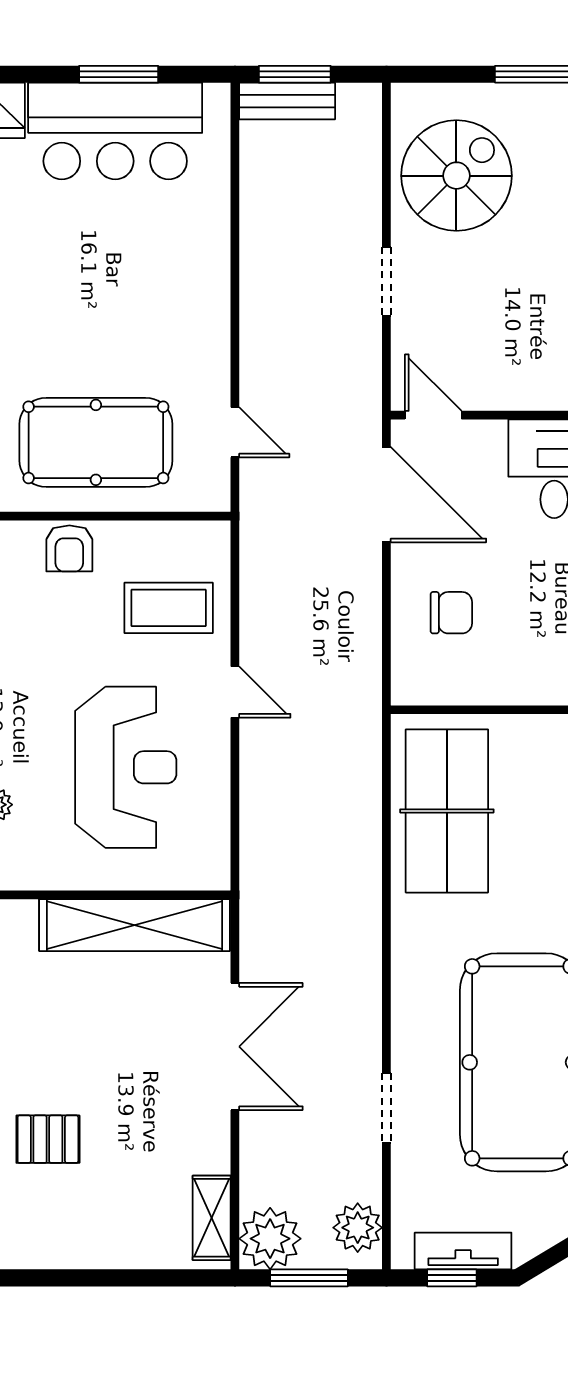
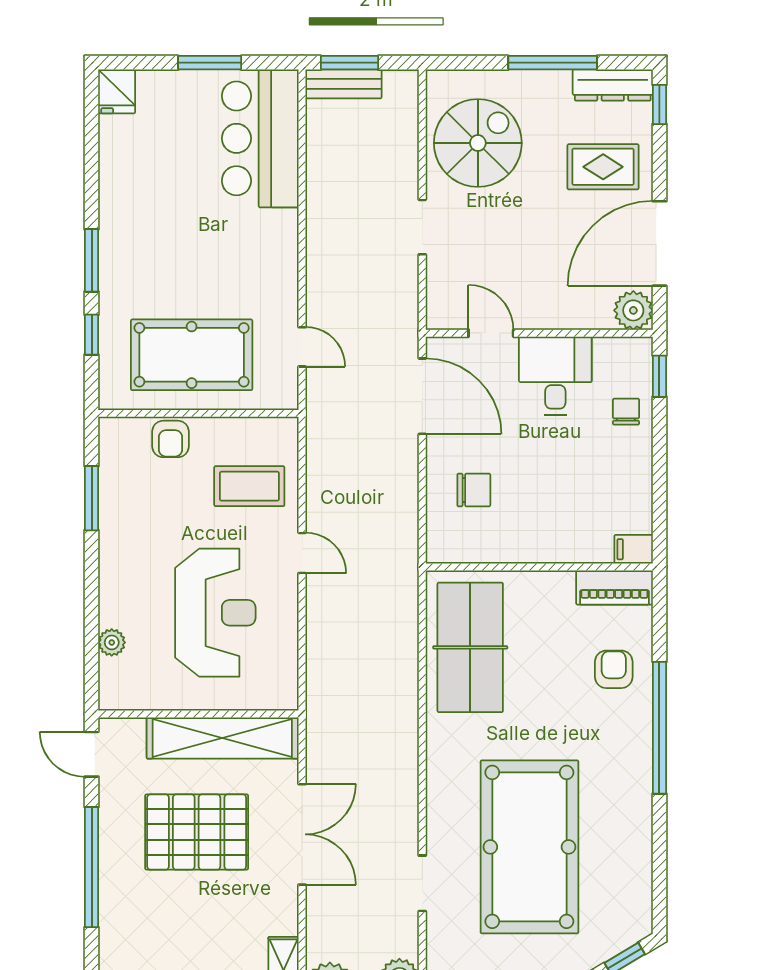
bar counter: (115, 131) -> (260, 138), moved, turned 90
door: (433, 415) -> (491, 333), moved
pallet: (48, 1139) -> (197, 832), moved, width x2.05, depth x2.00

